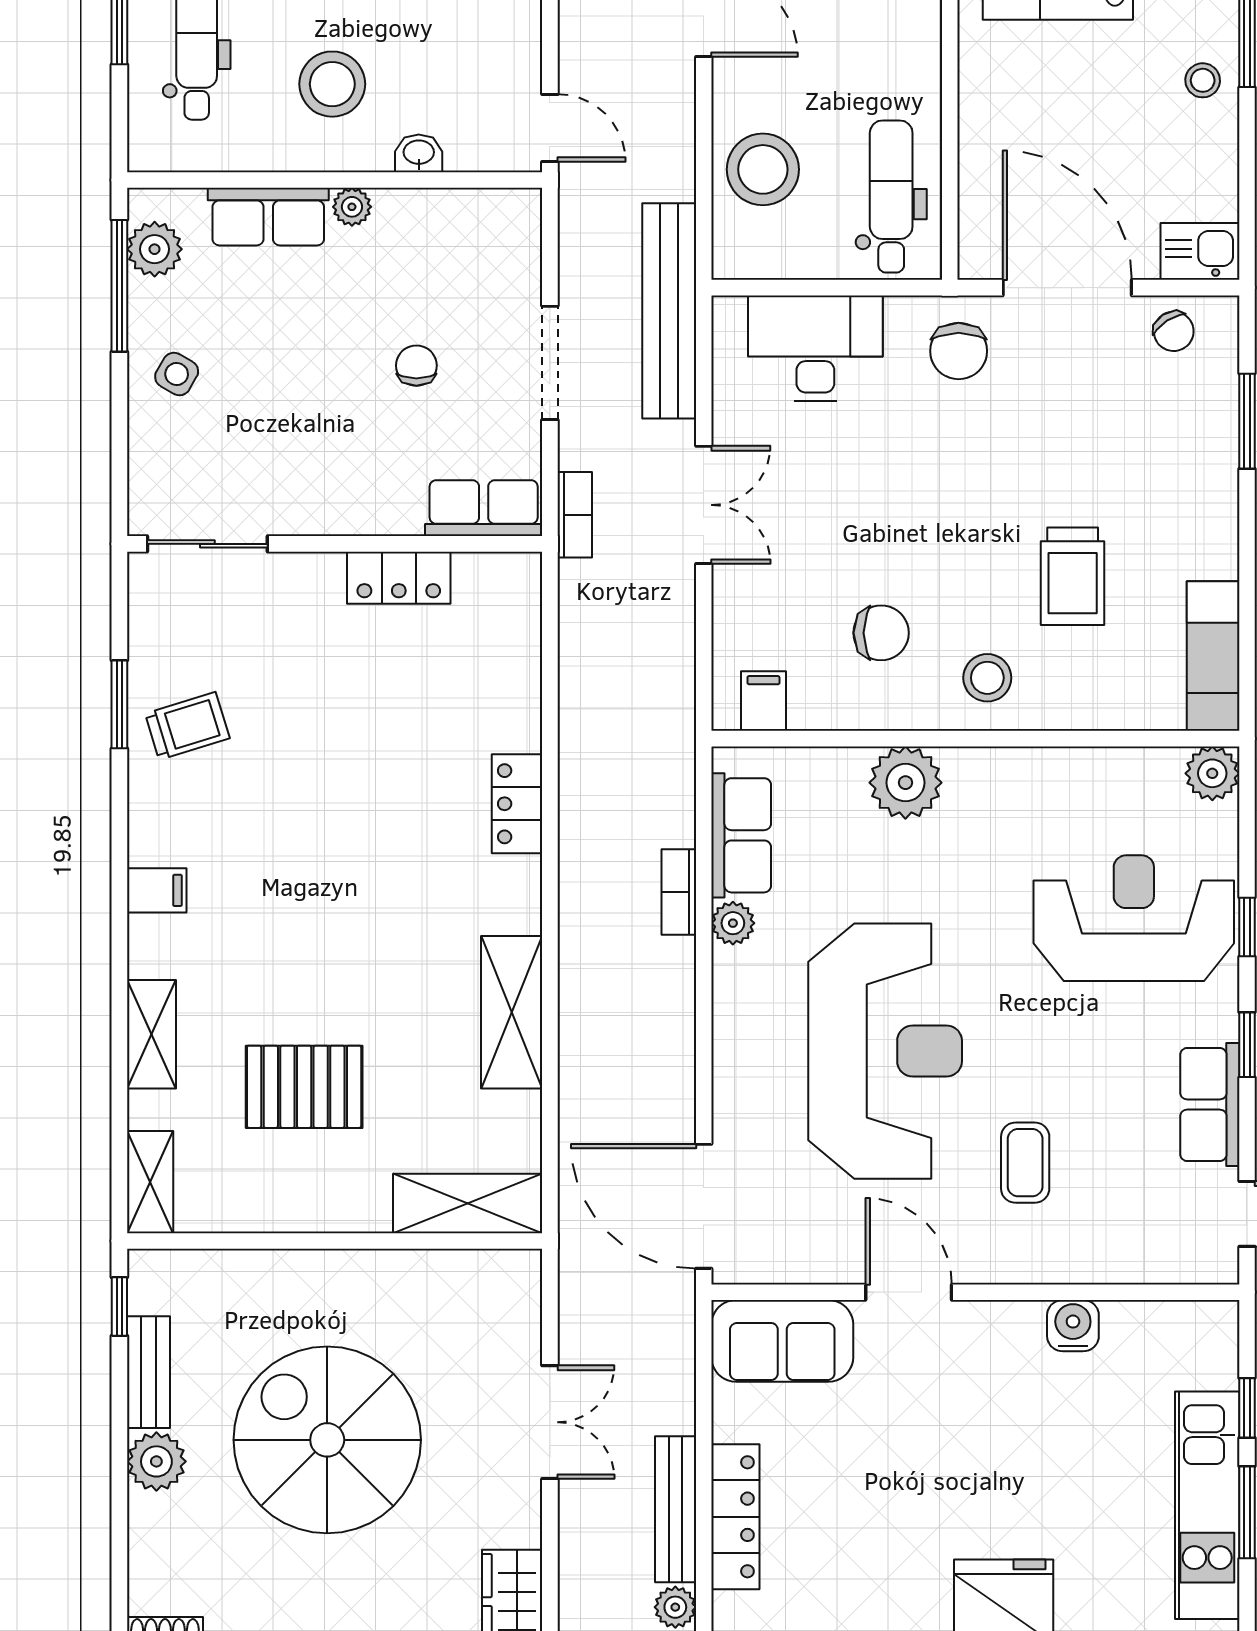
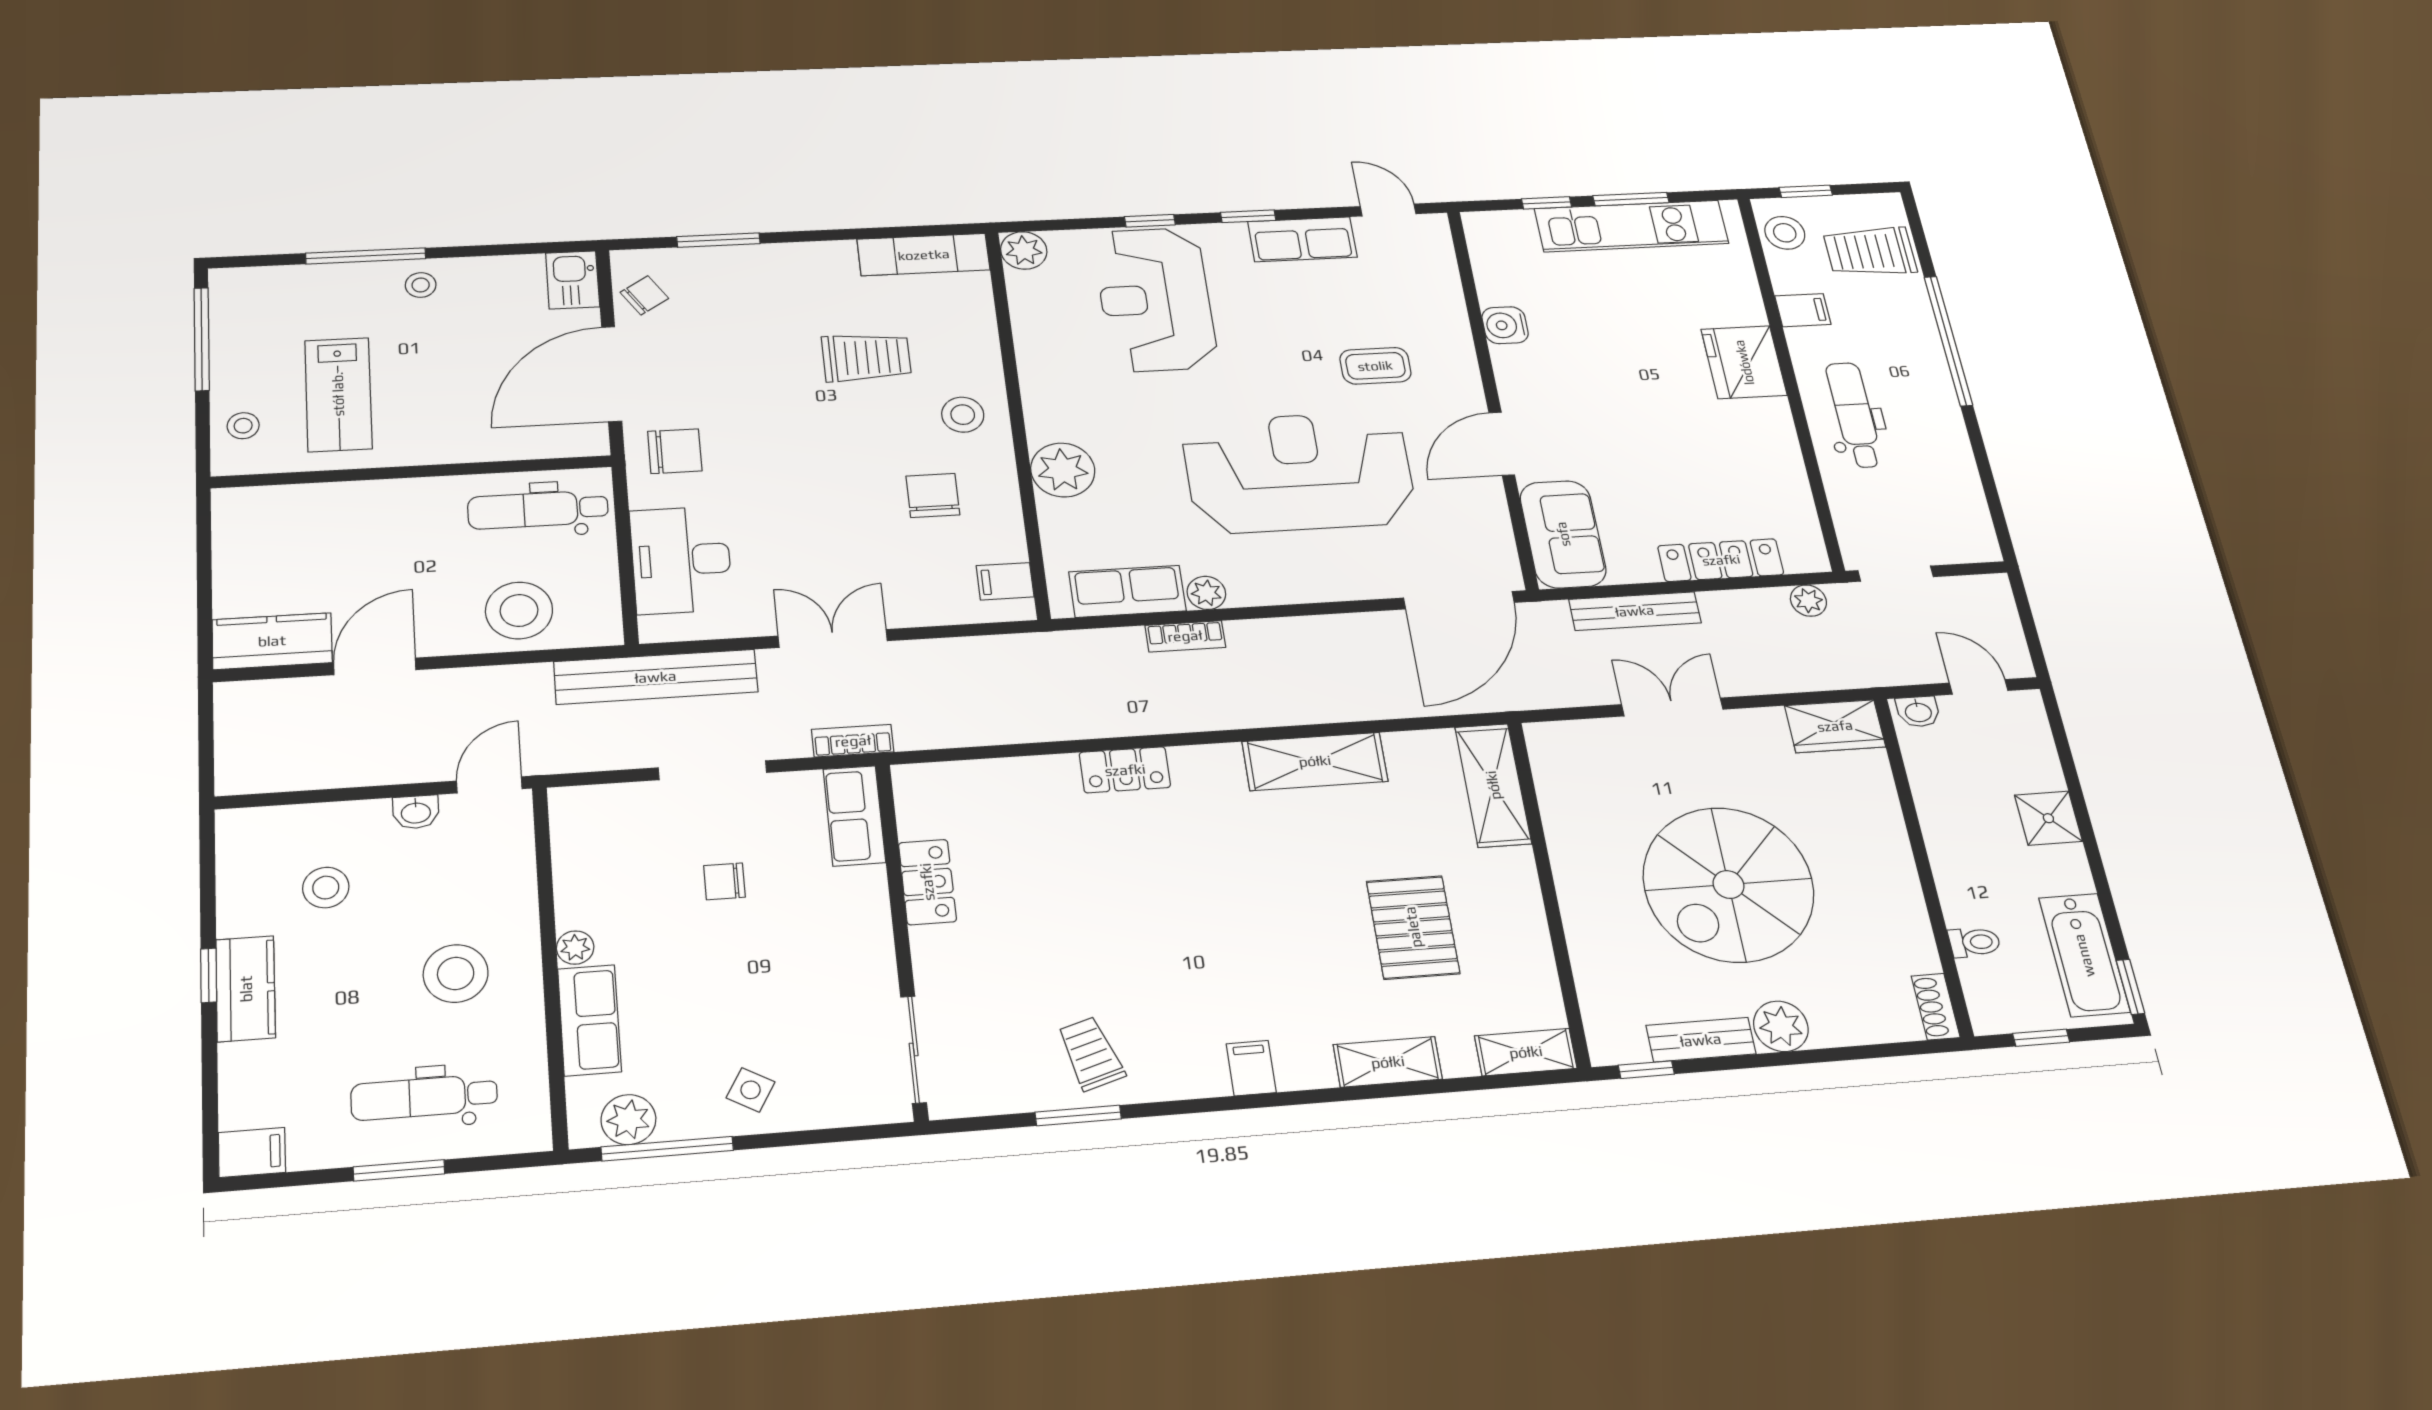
washbasin: (419, 153) -> (416, 812), moved, turned -90
bench: (676, 1509) -> (1635, 611), moved

